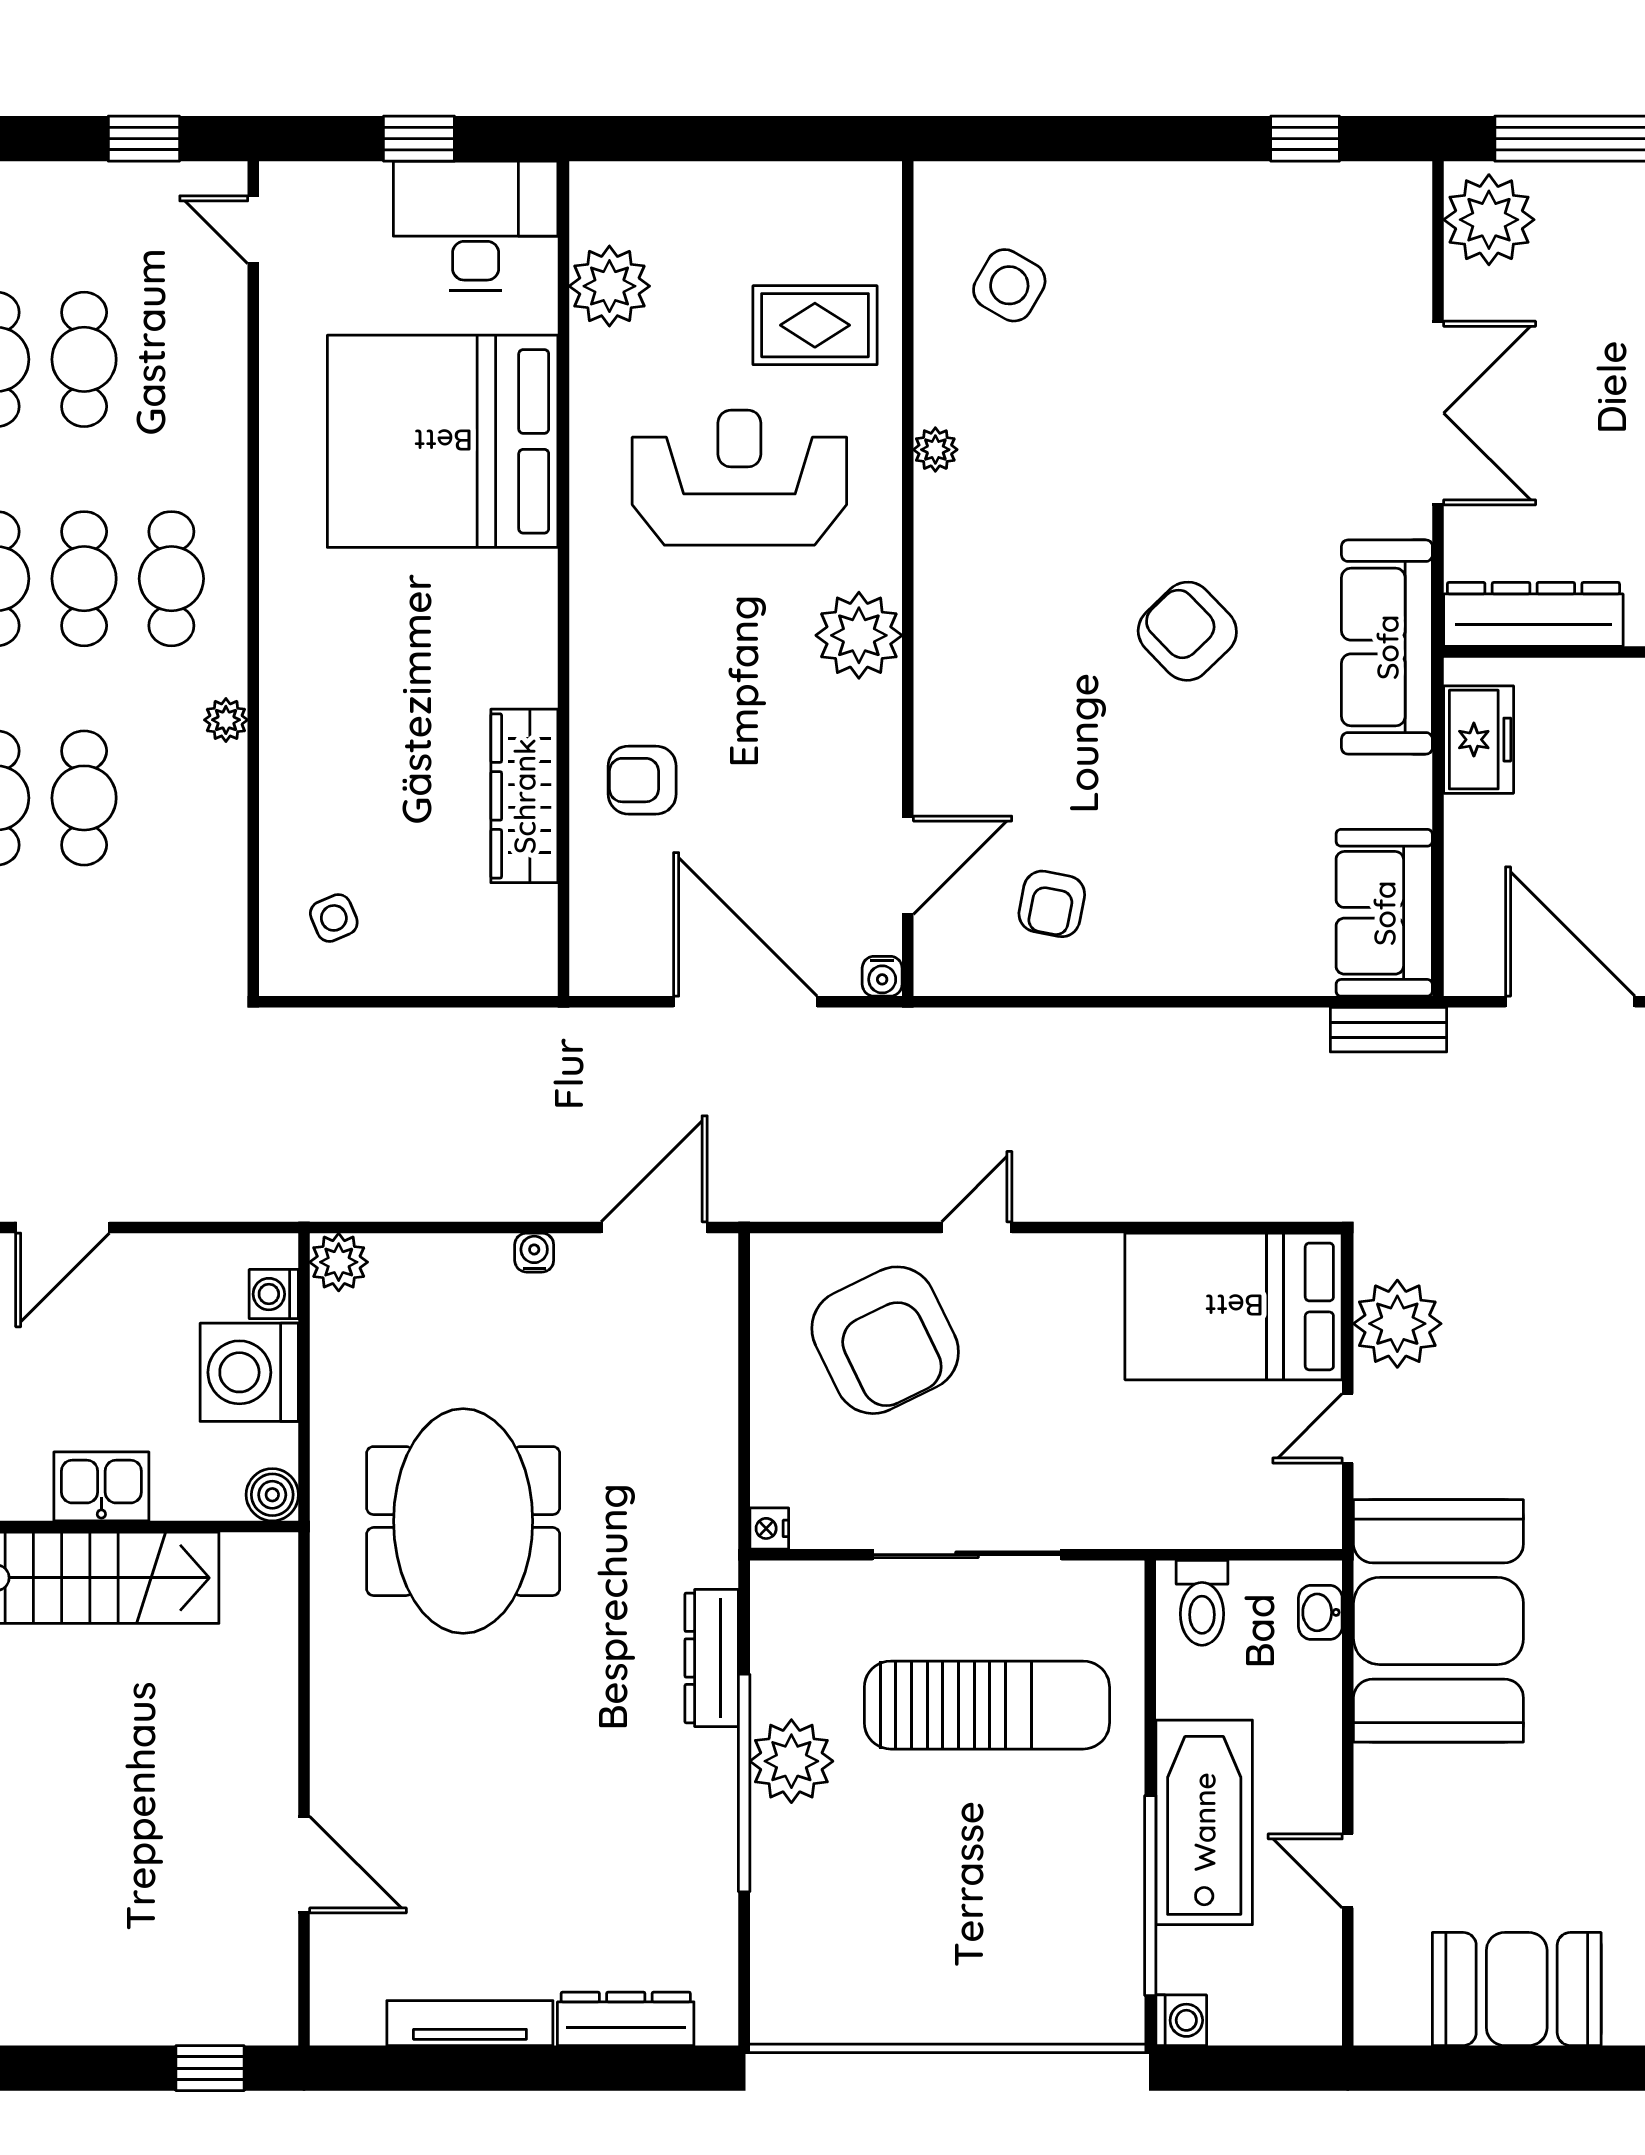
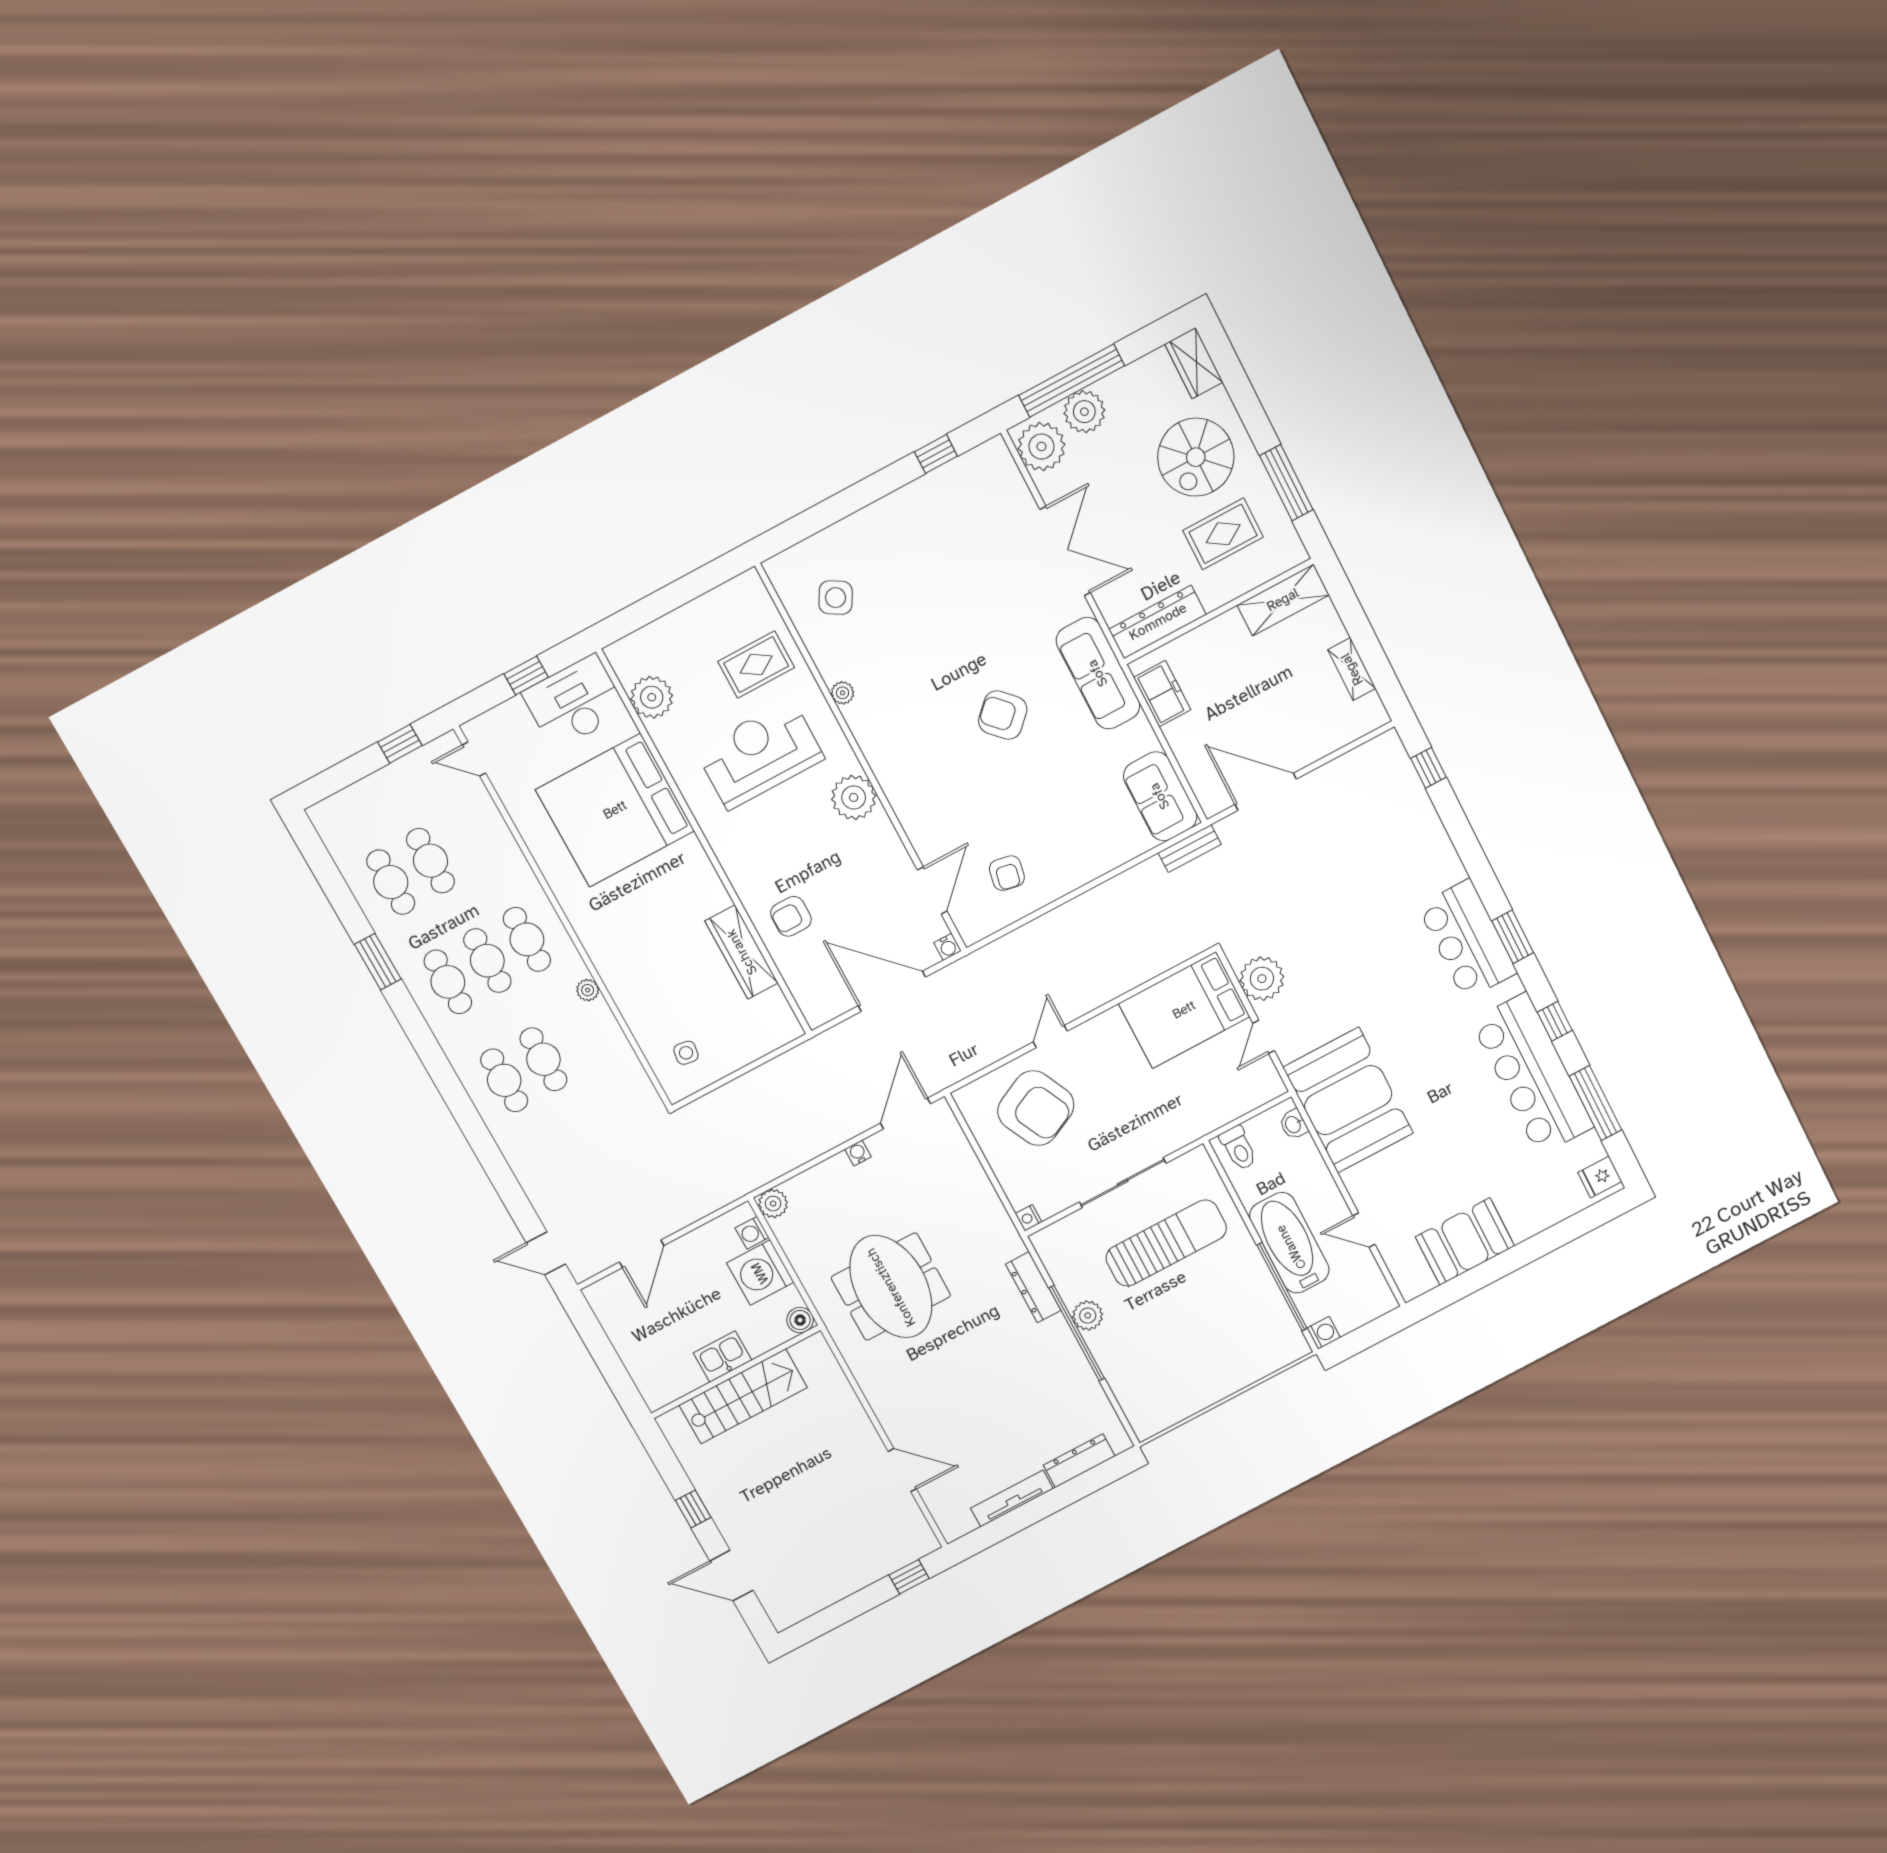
plant: (1591, 201) -> (1084, 412), added
side table: (334, 918) -> (686, 1053), turned 32
plant: (791, 1761) -> (1088, 1316), width x0.73, depth x0.73

